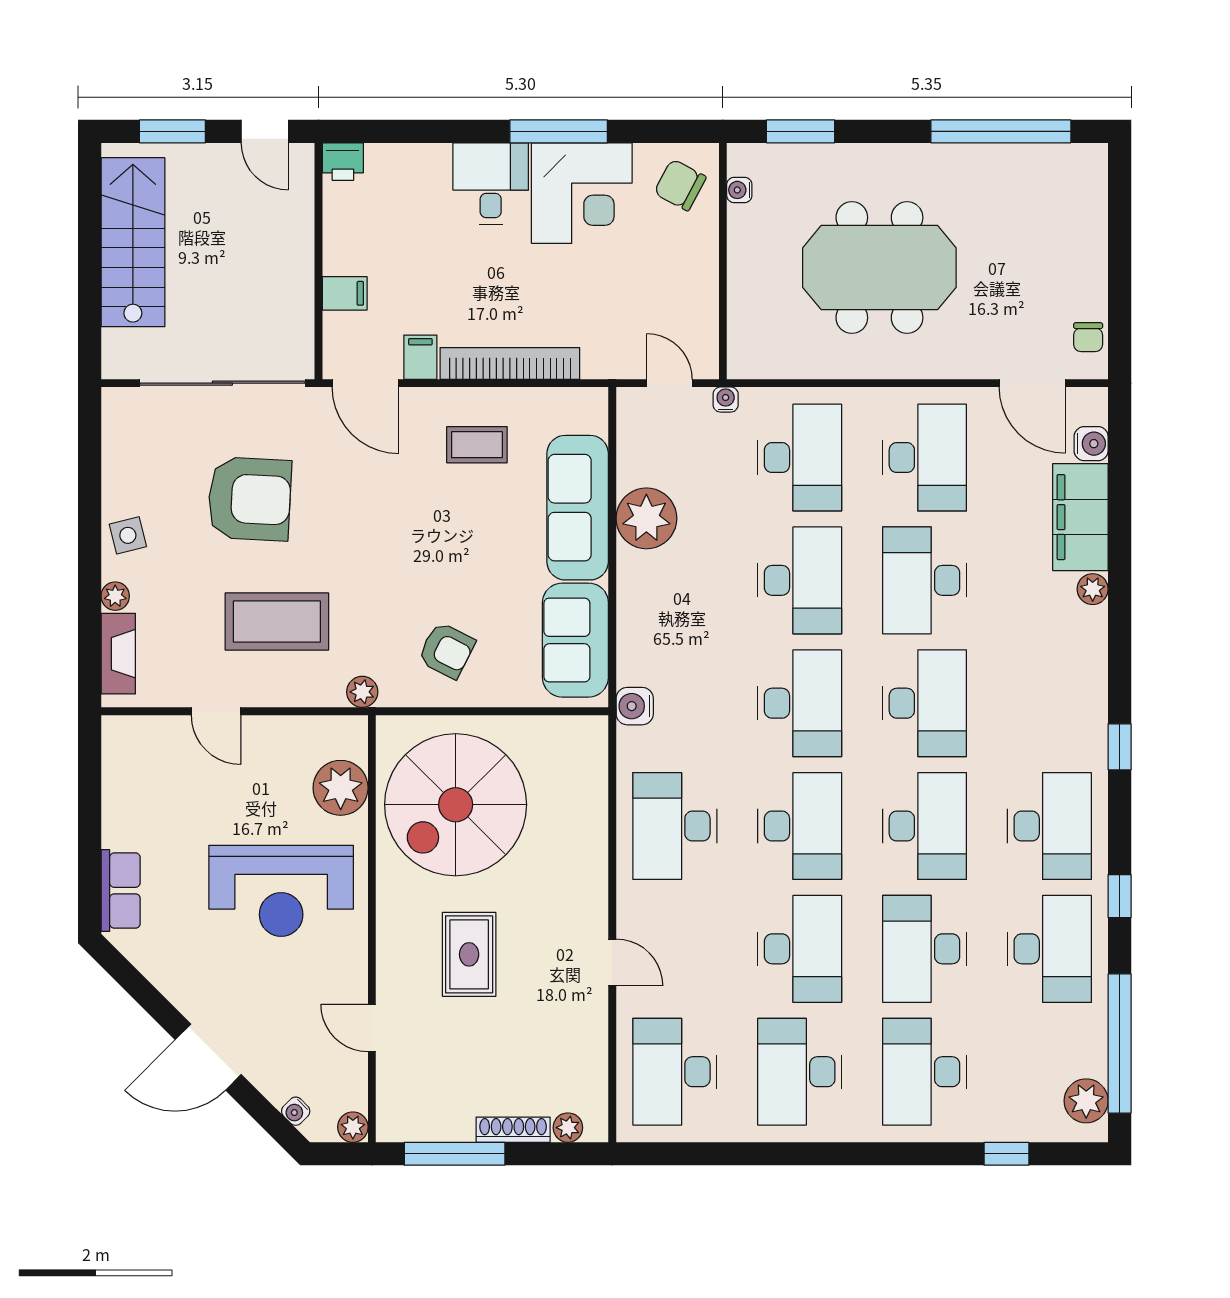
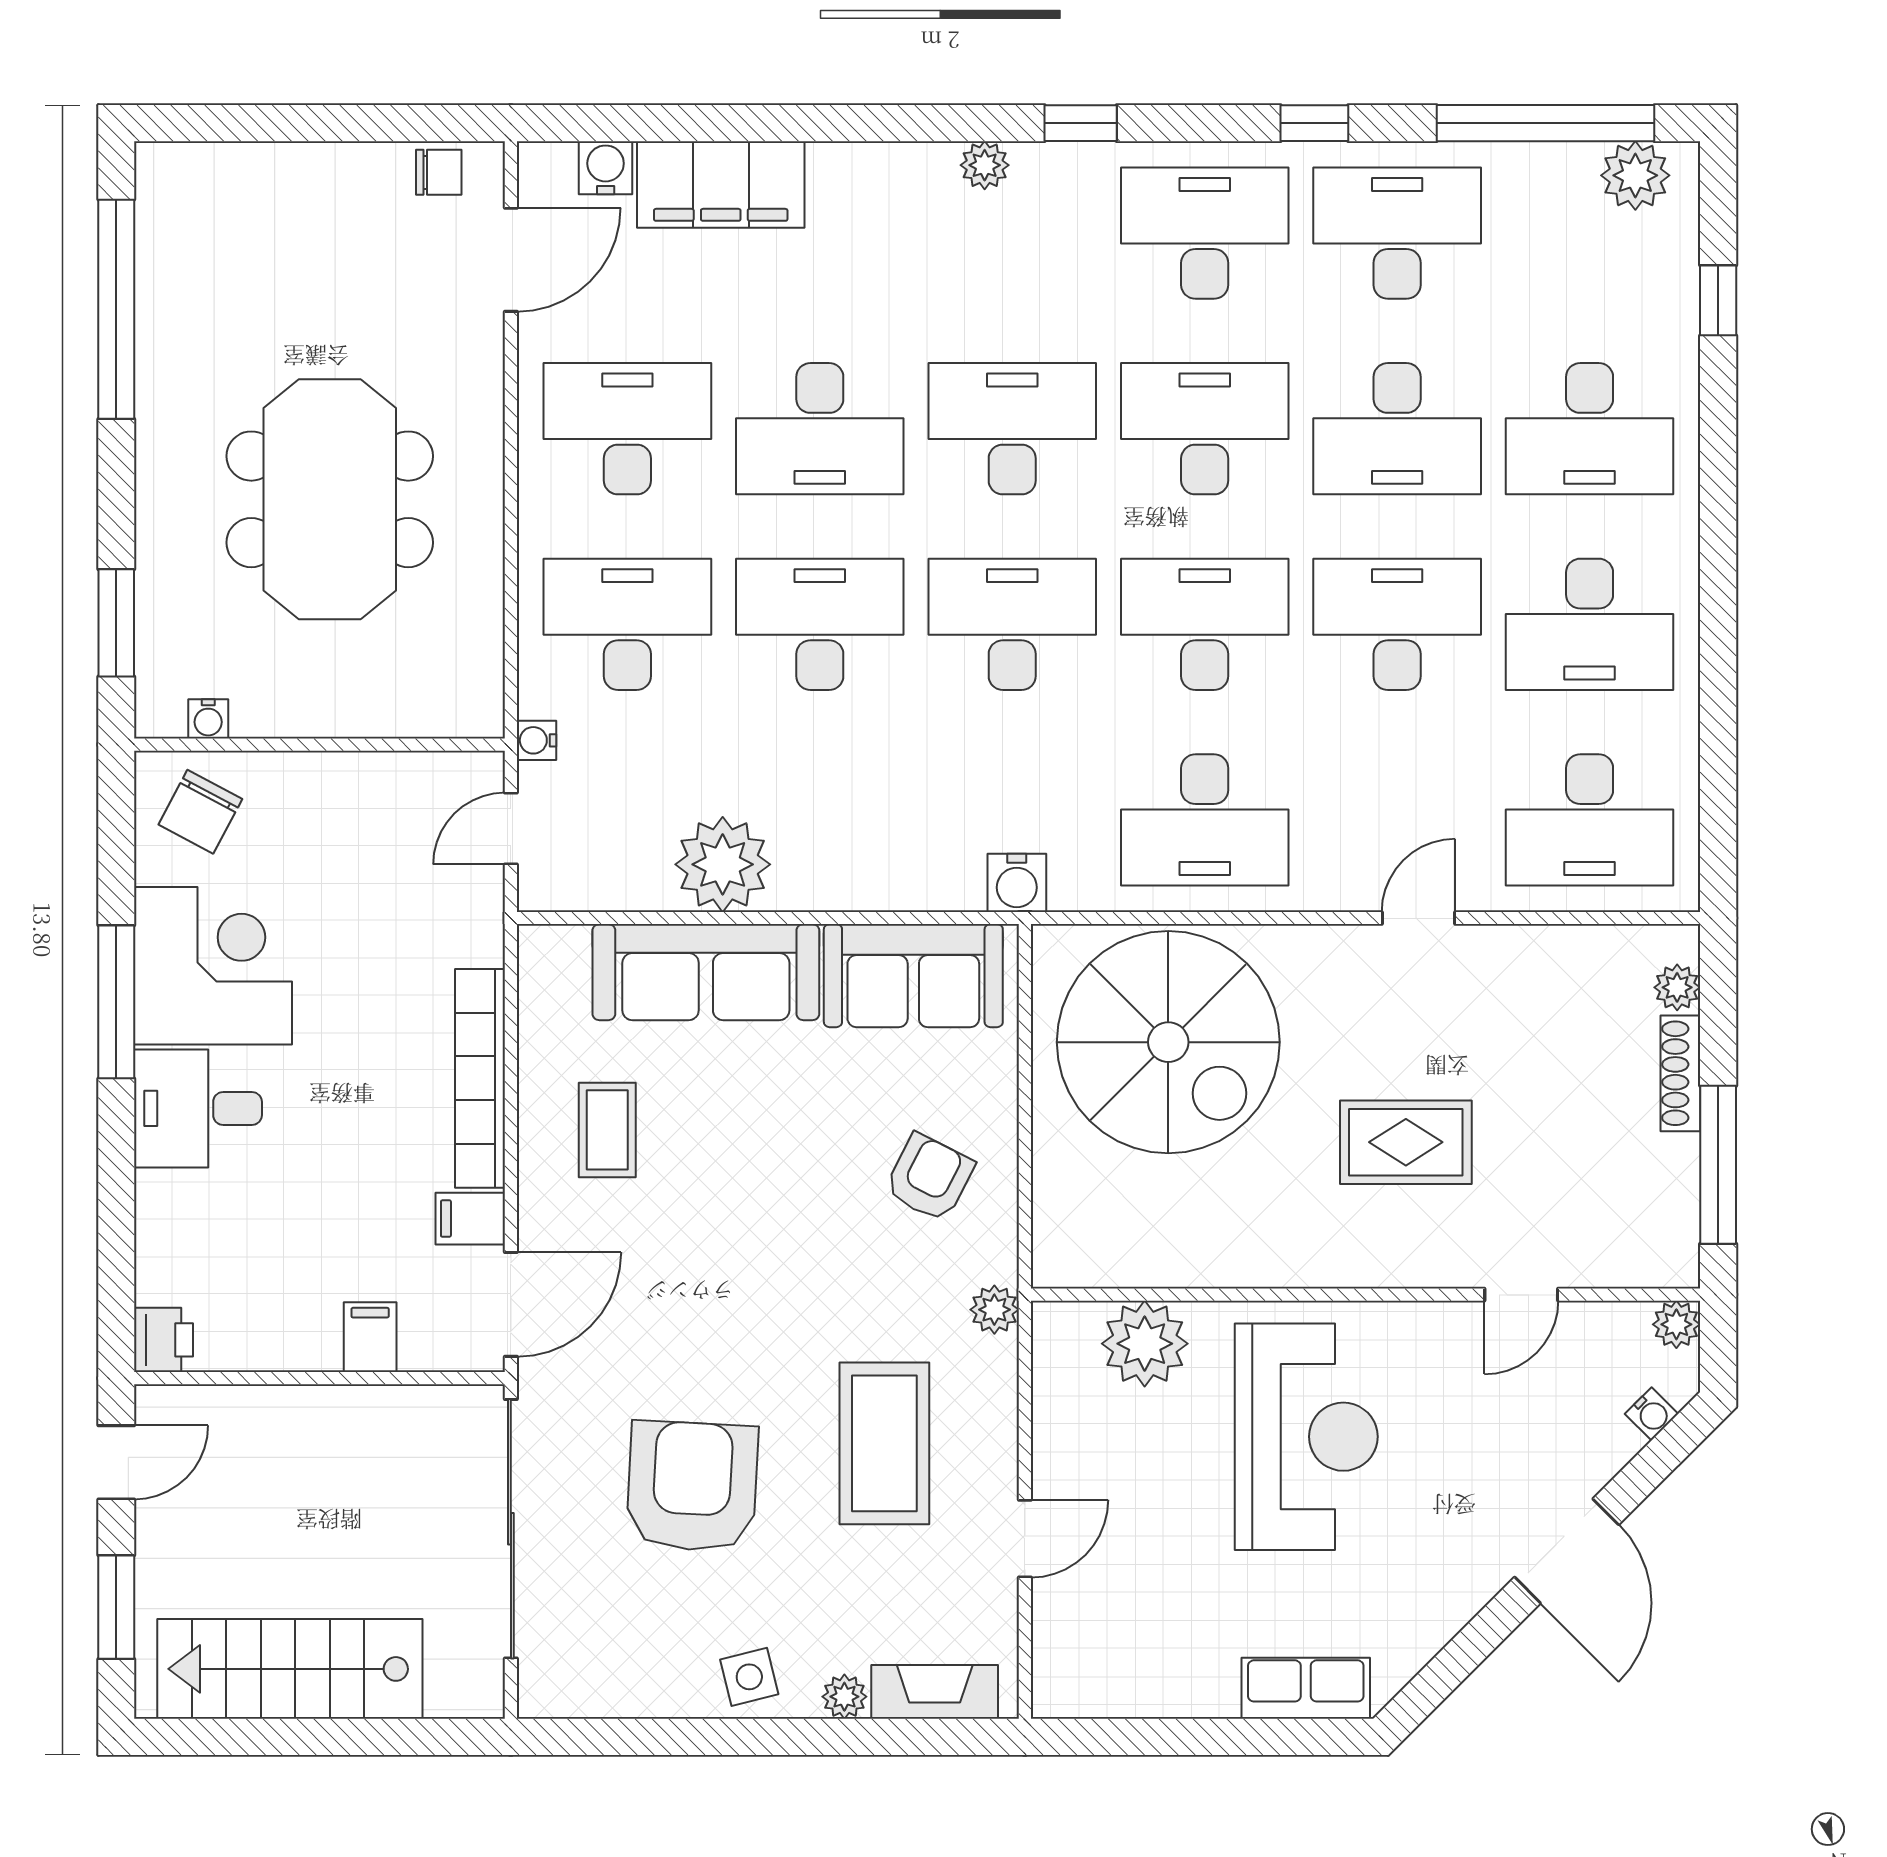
plant: (1093, 589) -> (985, 165), moved
spiral stairs: (456, 805) -> (1168, 1042), moved

